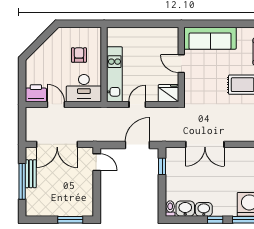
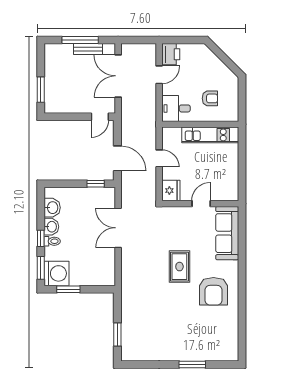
kitchen unit: (114, 74) -> (210, 135), moved
desk: (84, 88) -> (176, 108), width x0.73
toilet: (170, 209) -> (52, 241), moved

